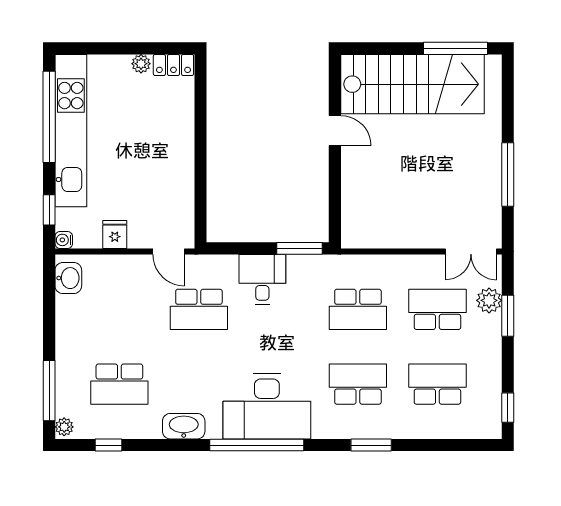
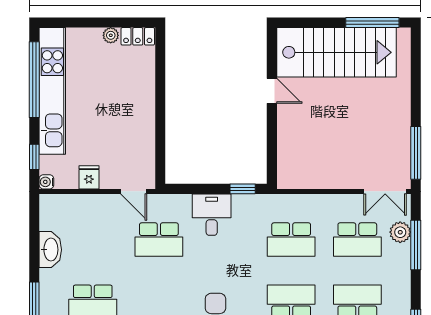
window: (508, 175) -> (416, 153), moved
window: (300, 248) -> (243, 189), width x0.67
washbasin: (68, 278) -> (50, 250), moved, width x1.38
school desk: (437, 309) -> (357, 240), turned 180
window: (508, 316) -> (416, 245), width x1.44

